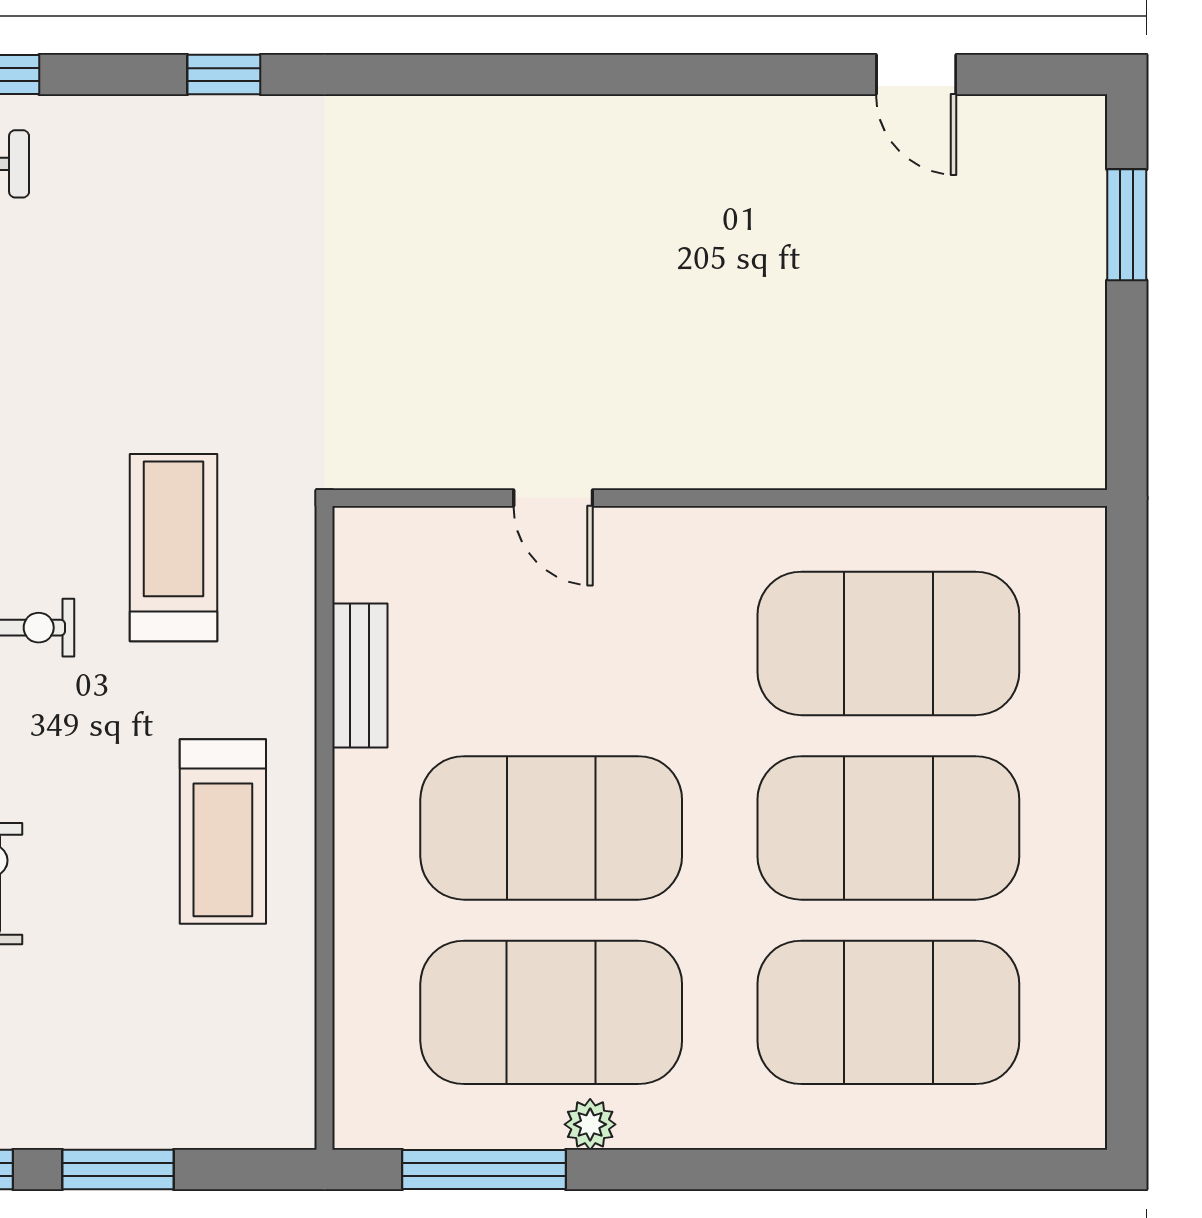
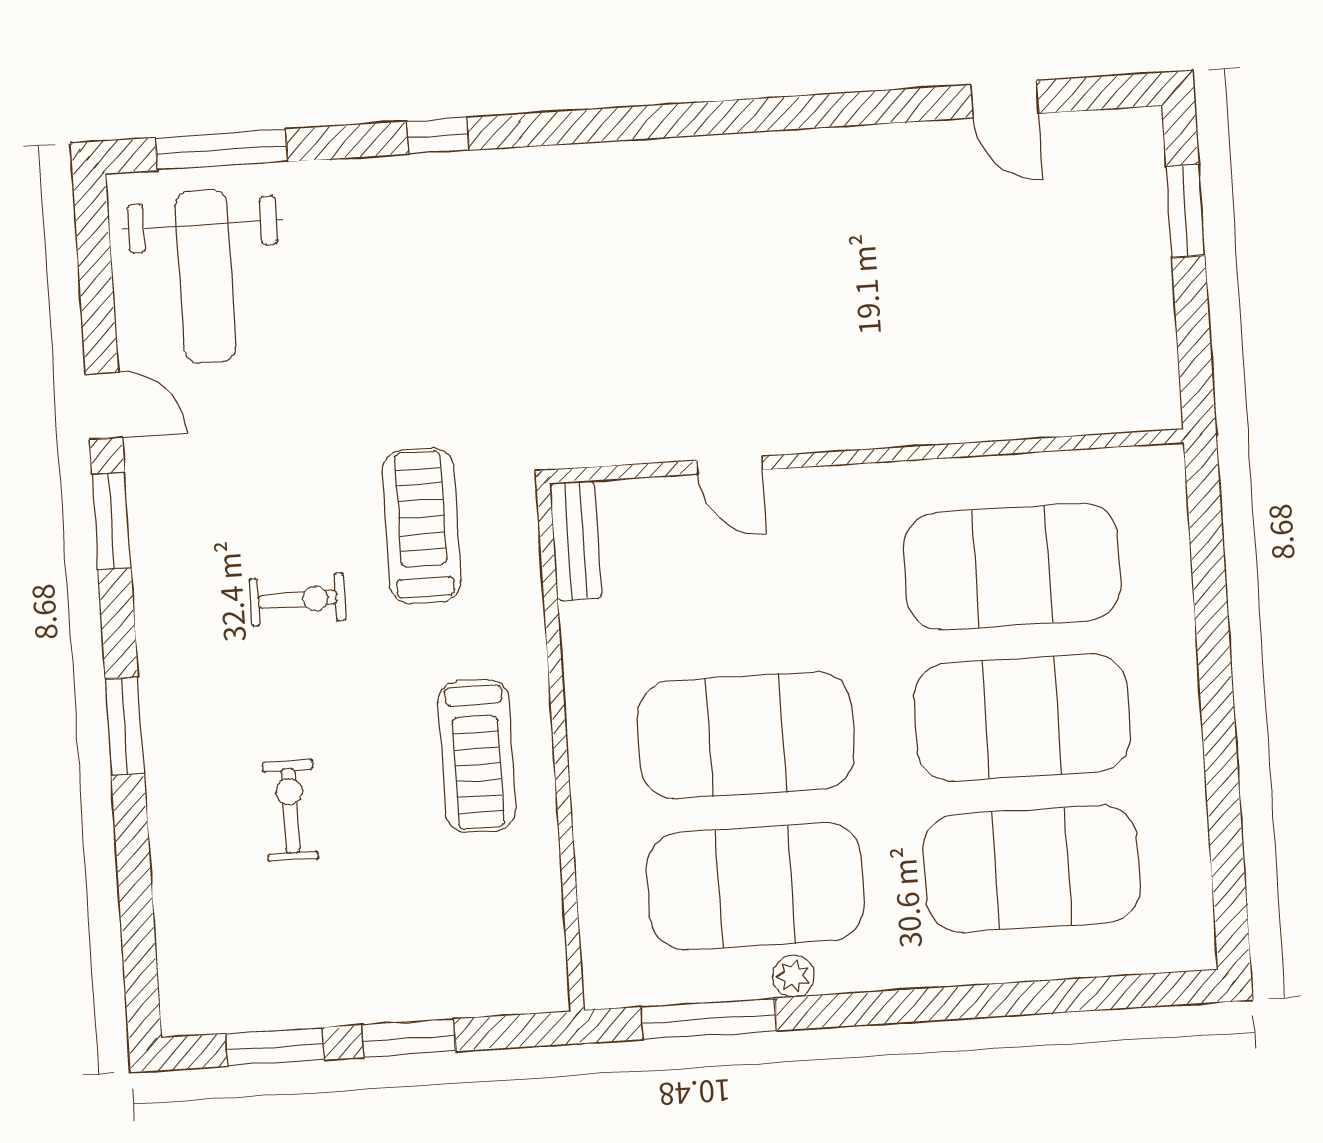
bench: (360, 676) -> (576, 541), moved

